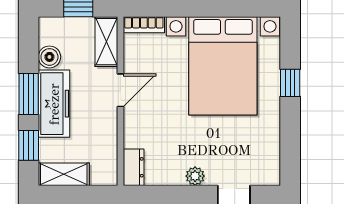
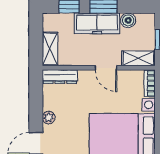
dresser: (134, 167) -> (60, 77), width x1.44
shelving: (64, 174) -> (50, 49), moved

